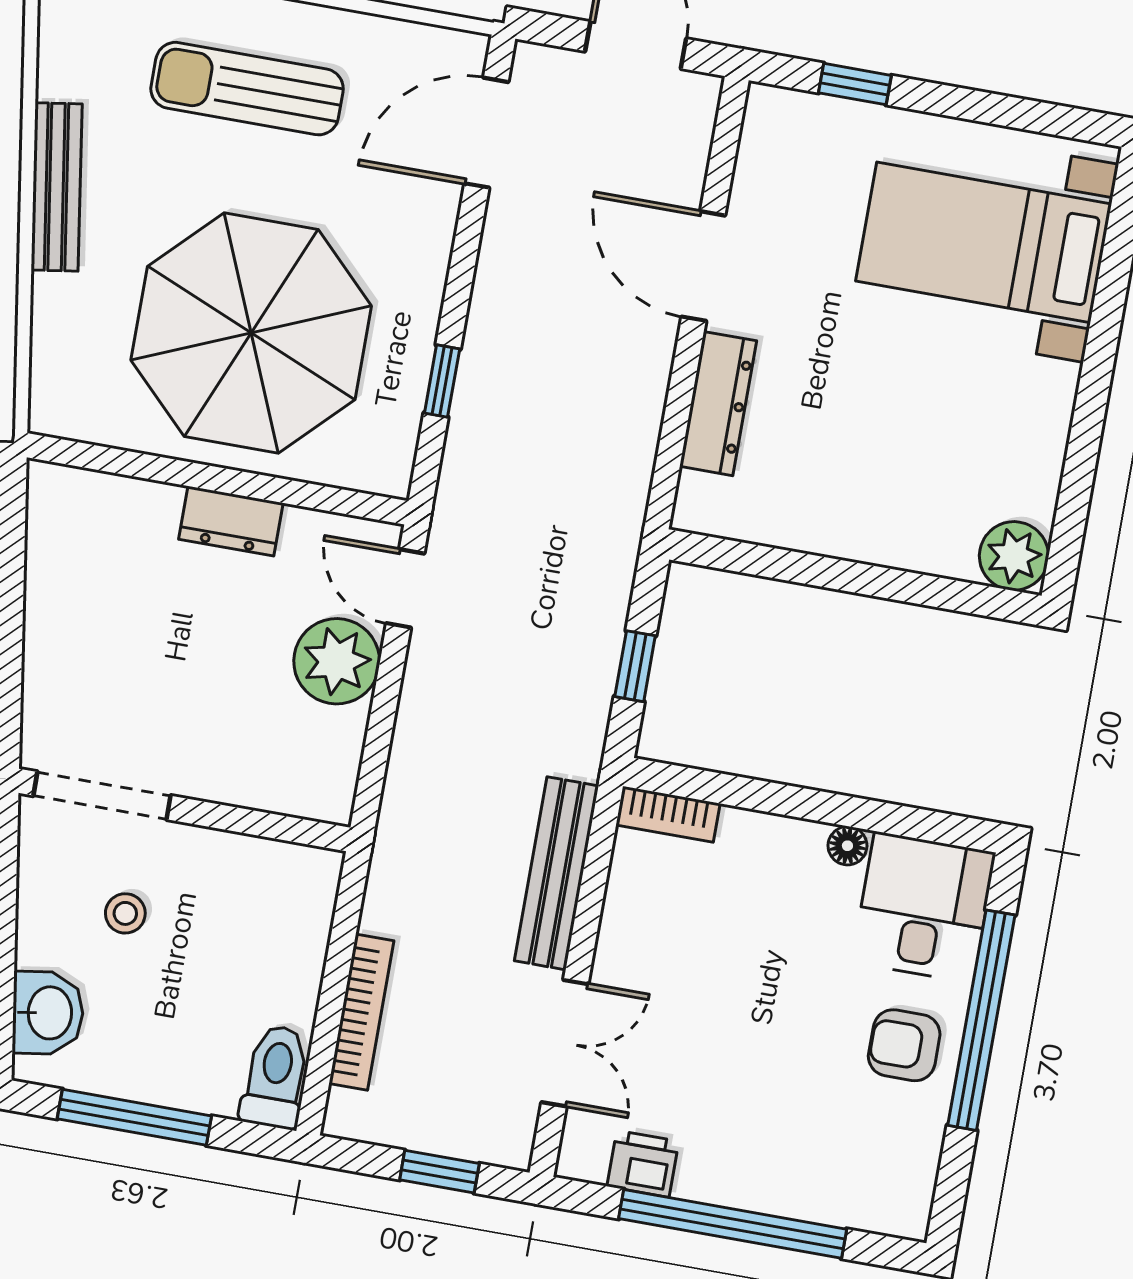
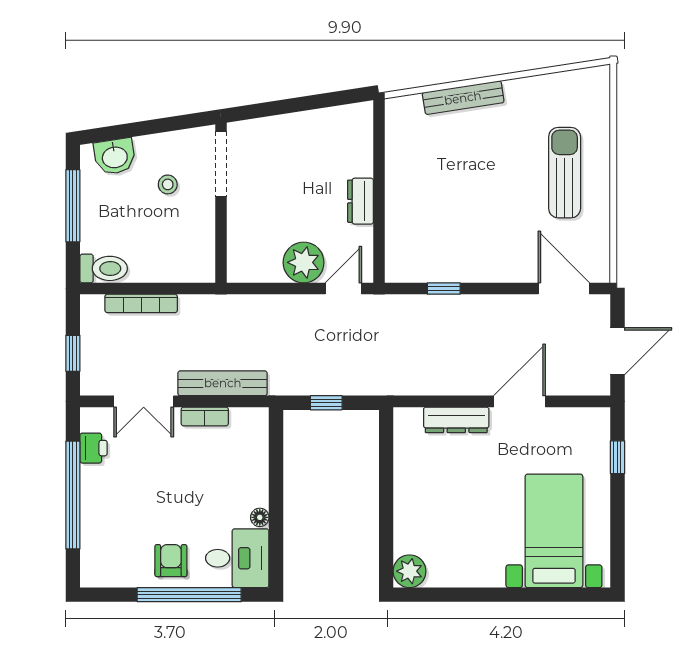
bench: (57, 187) -> (463, 98), moved
parasol: (251, 333) -> (450, 195), removed
bookcase: (668, 814) -> (205, 416), moved, turned -90

